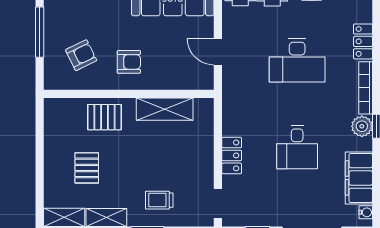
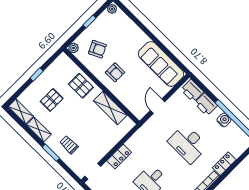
window: (40, 32) -> (89, 21), width x0.46
plant: (52, 82) -> (74, 48), added
window: (40, 156) -> (37, 75), added

